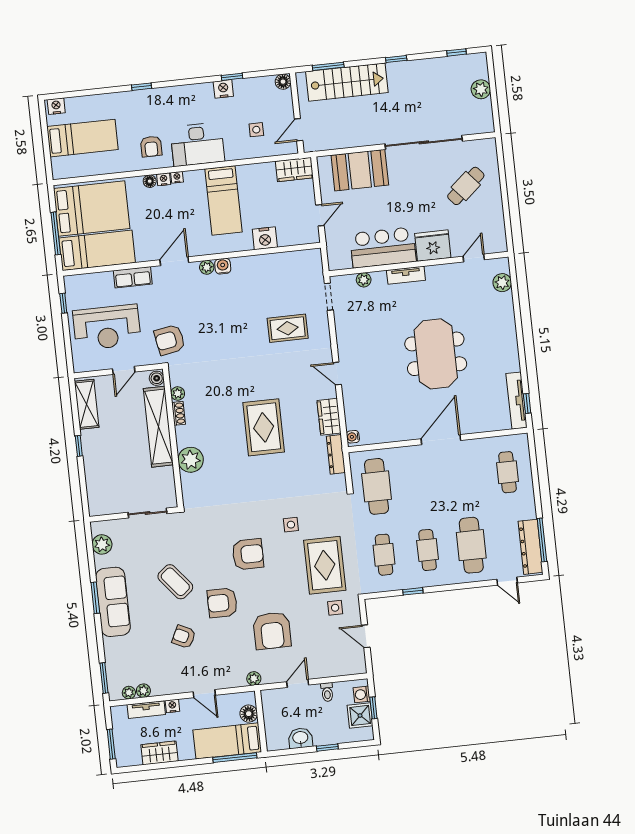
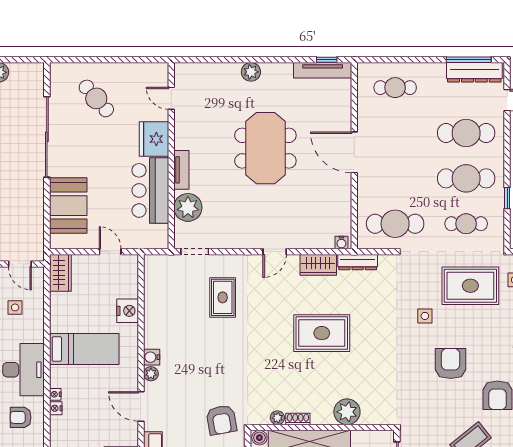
armchair: (151, 146) -> (21, 417), turned 180
floor lamp: (150, 181) -> (56, 423), removed
plant: (364, 280) -> (188, 207), width x1.87, depth x1.87
plant: (502, 283) -> (251, 72), moved
meeting table: (436, 354) -> (265, 148), turned 90
cafe table: (428, 550) -> (466, 178), width x1.37, depth x1.35

